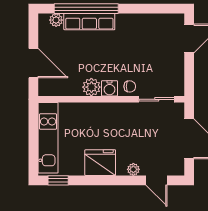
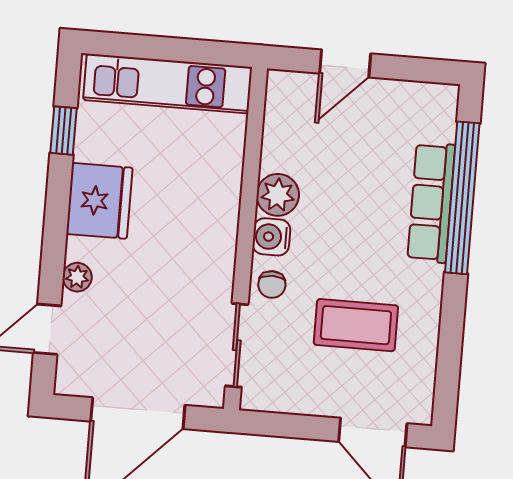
plant: (56, 20) -> (441, 125), removed
coffee table: (144, 49) -> (356, 325), added
door: (33, 63) -> (345, 63), width x0.73
window: (58, 180) -> (64, 131), moved

